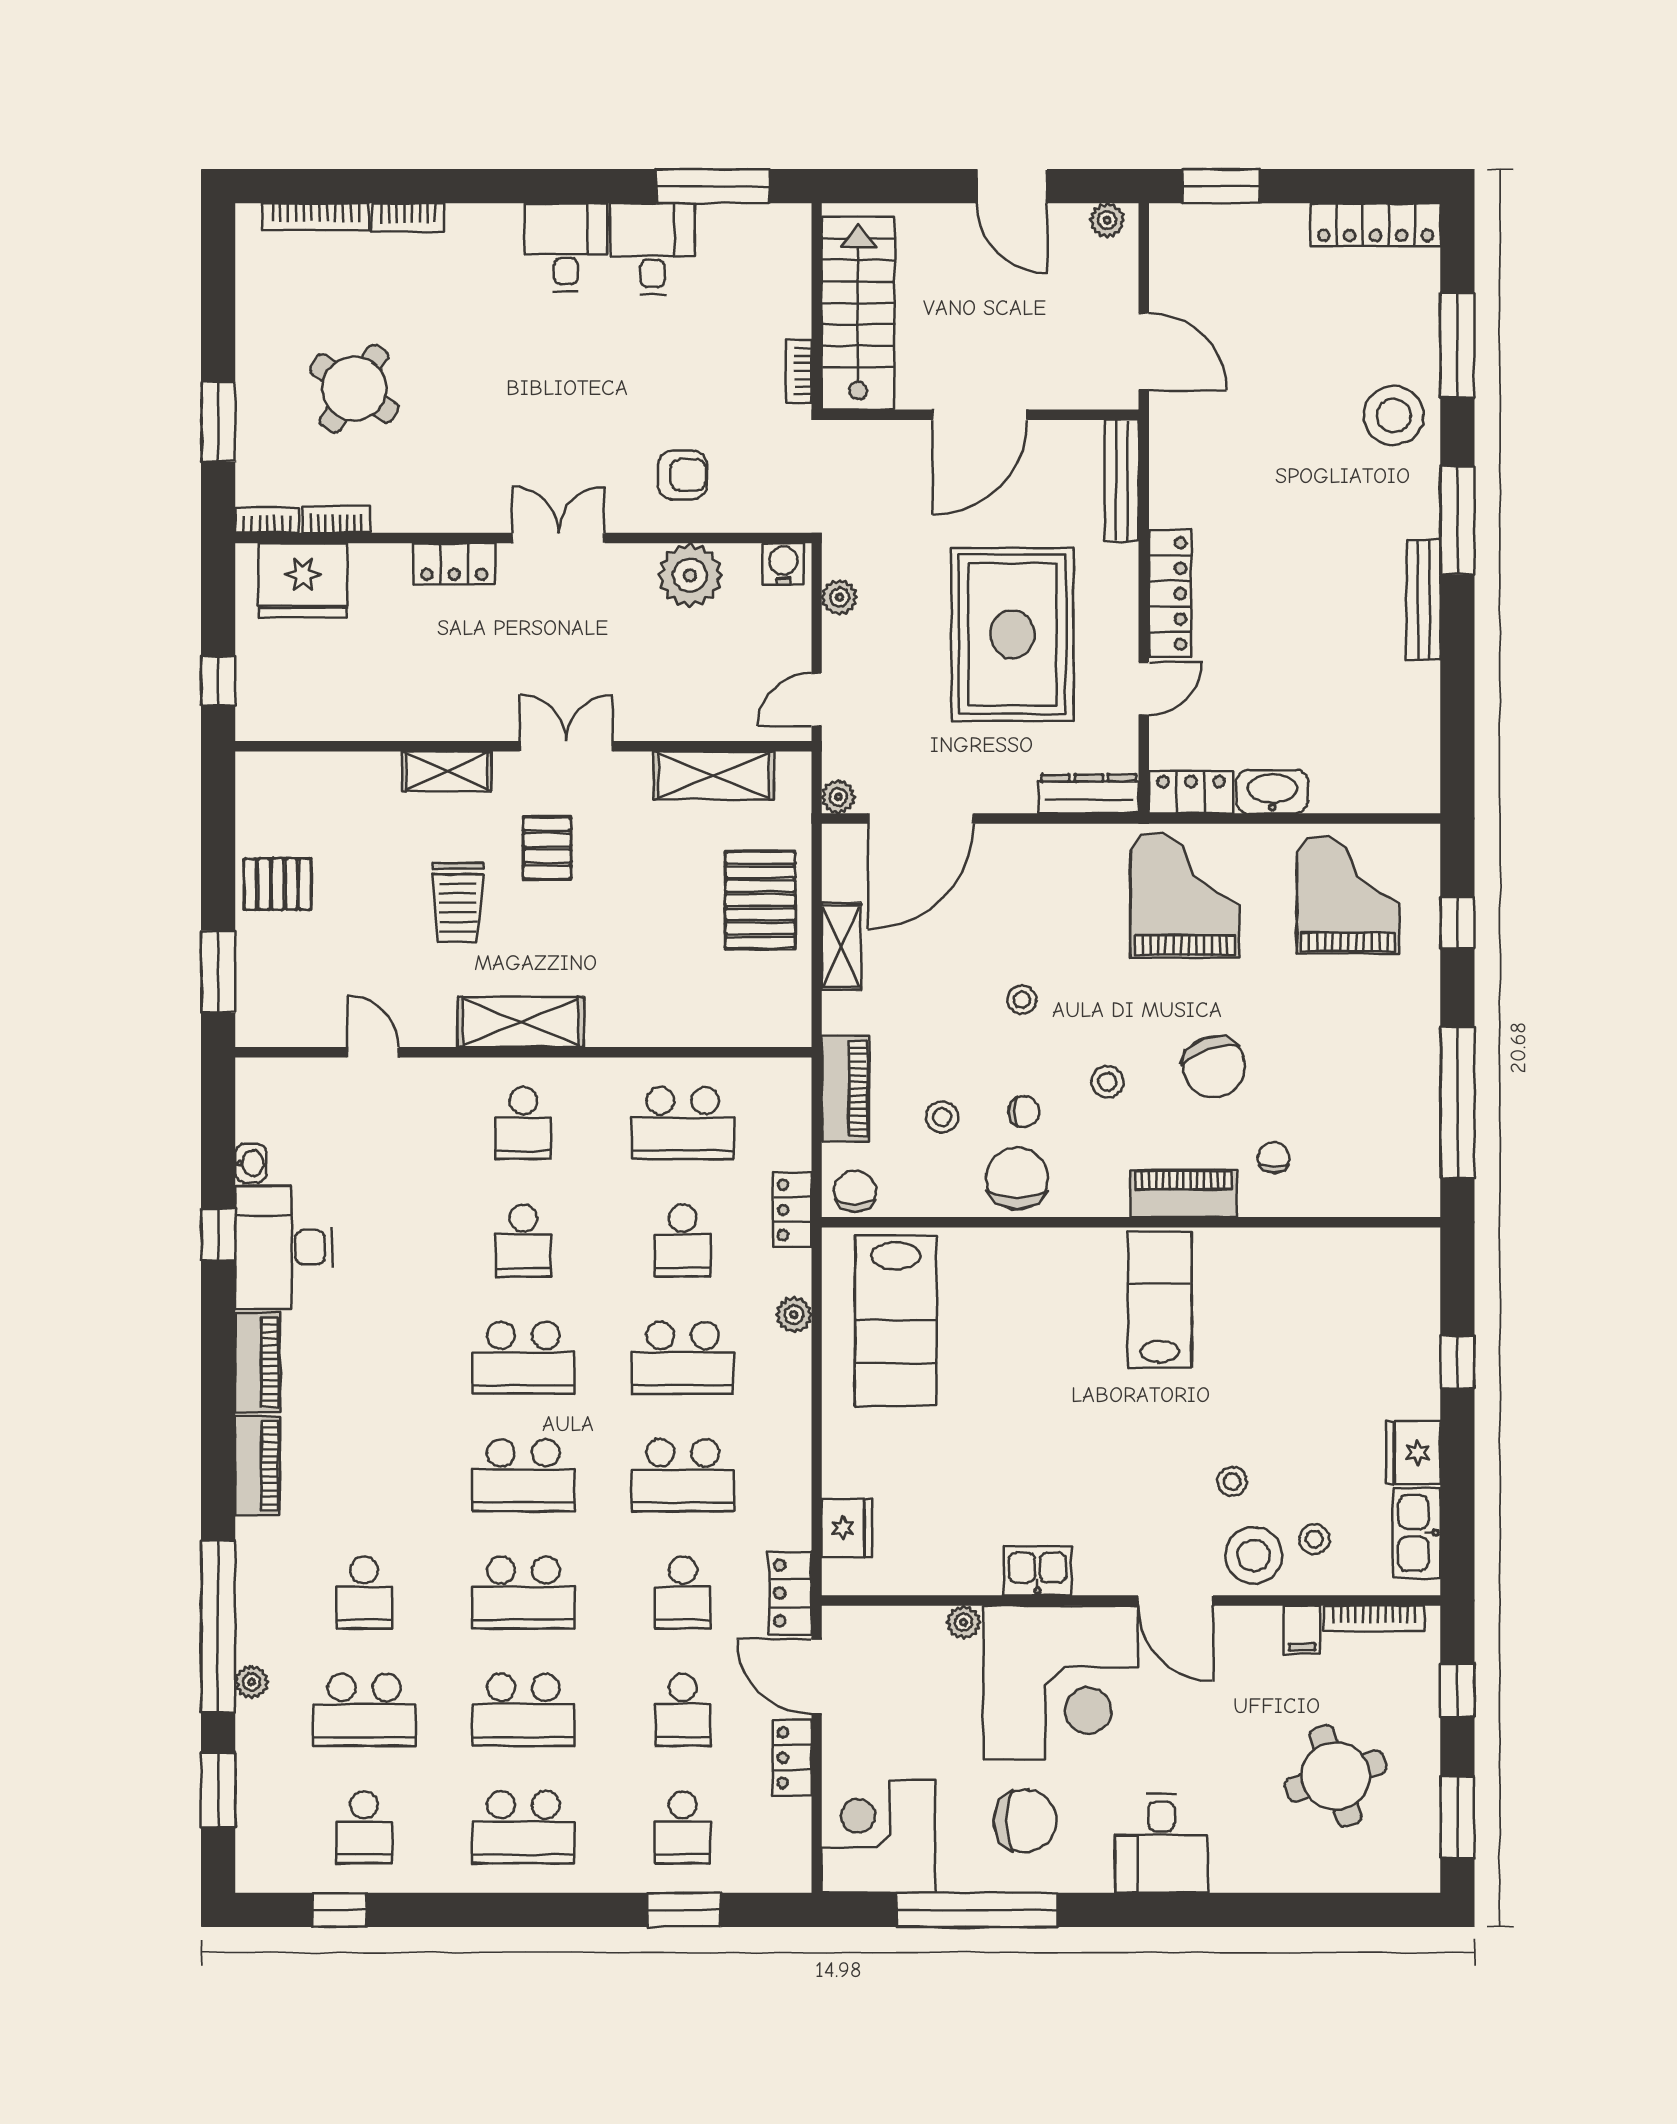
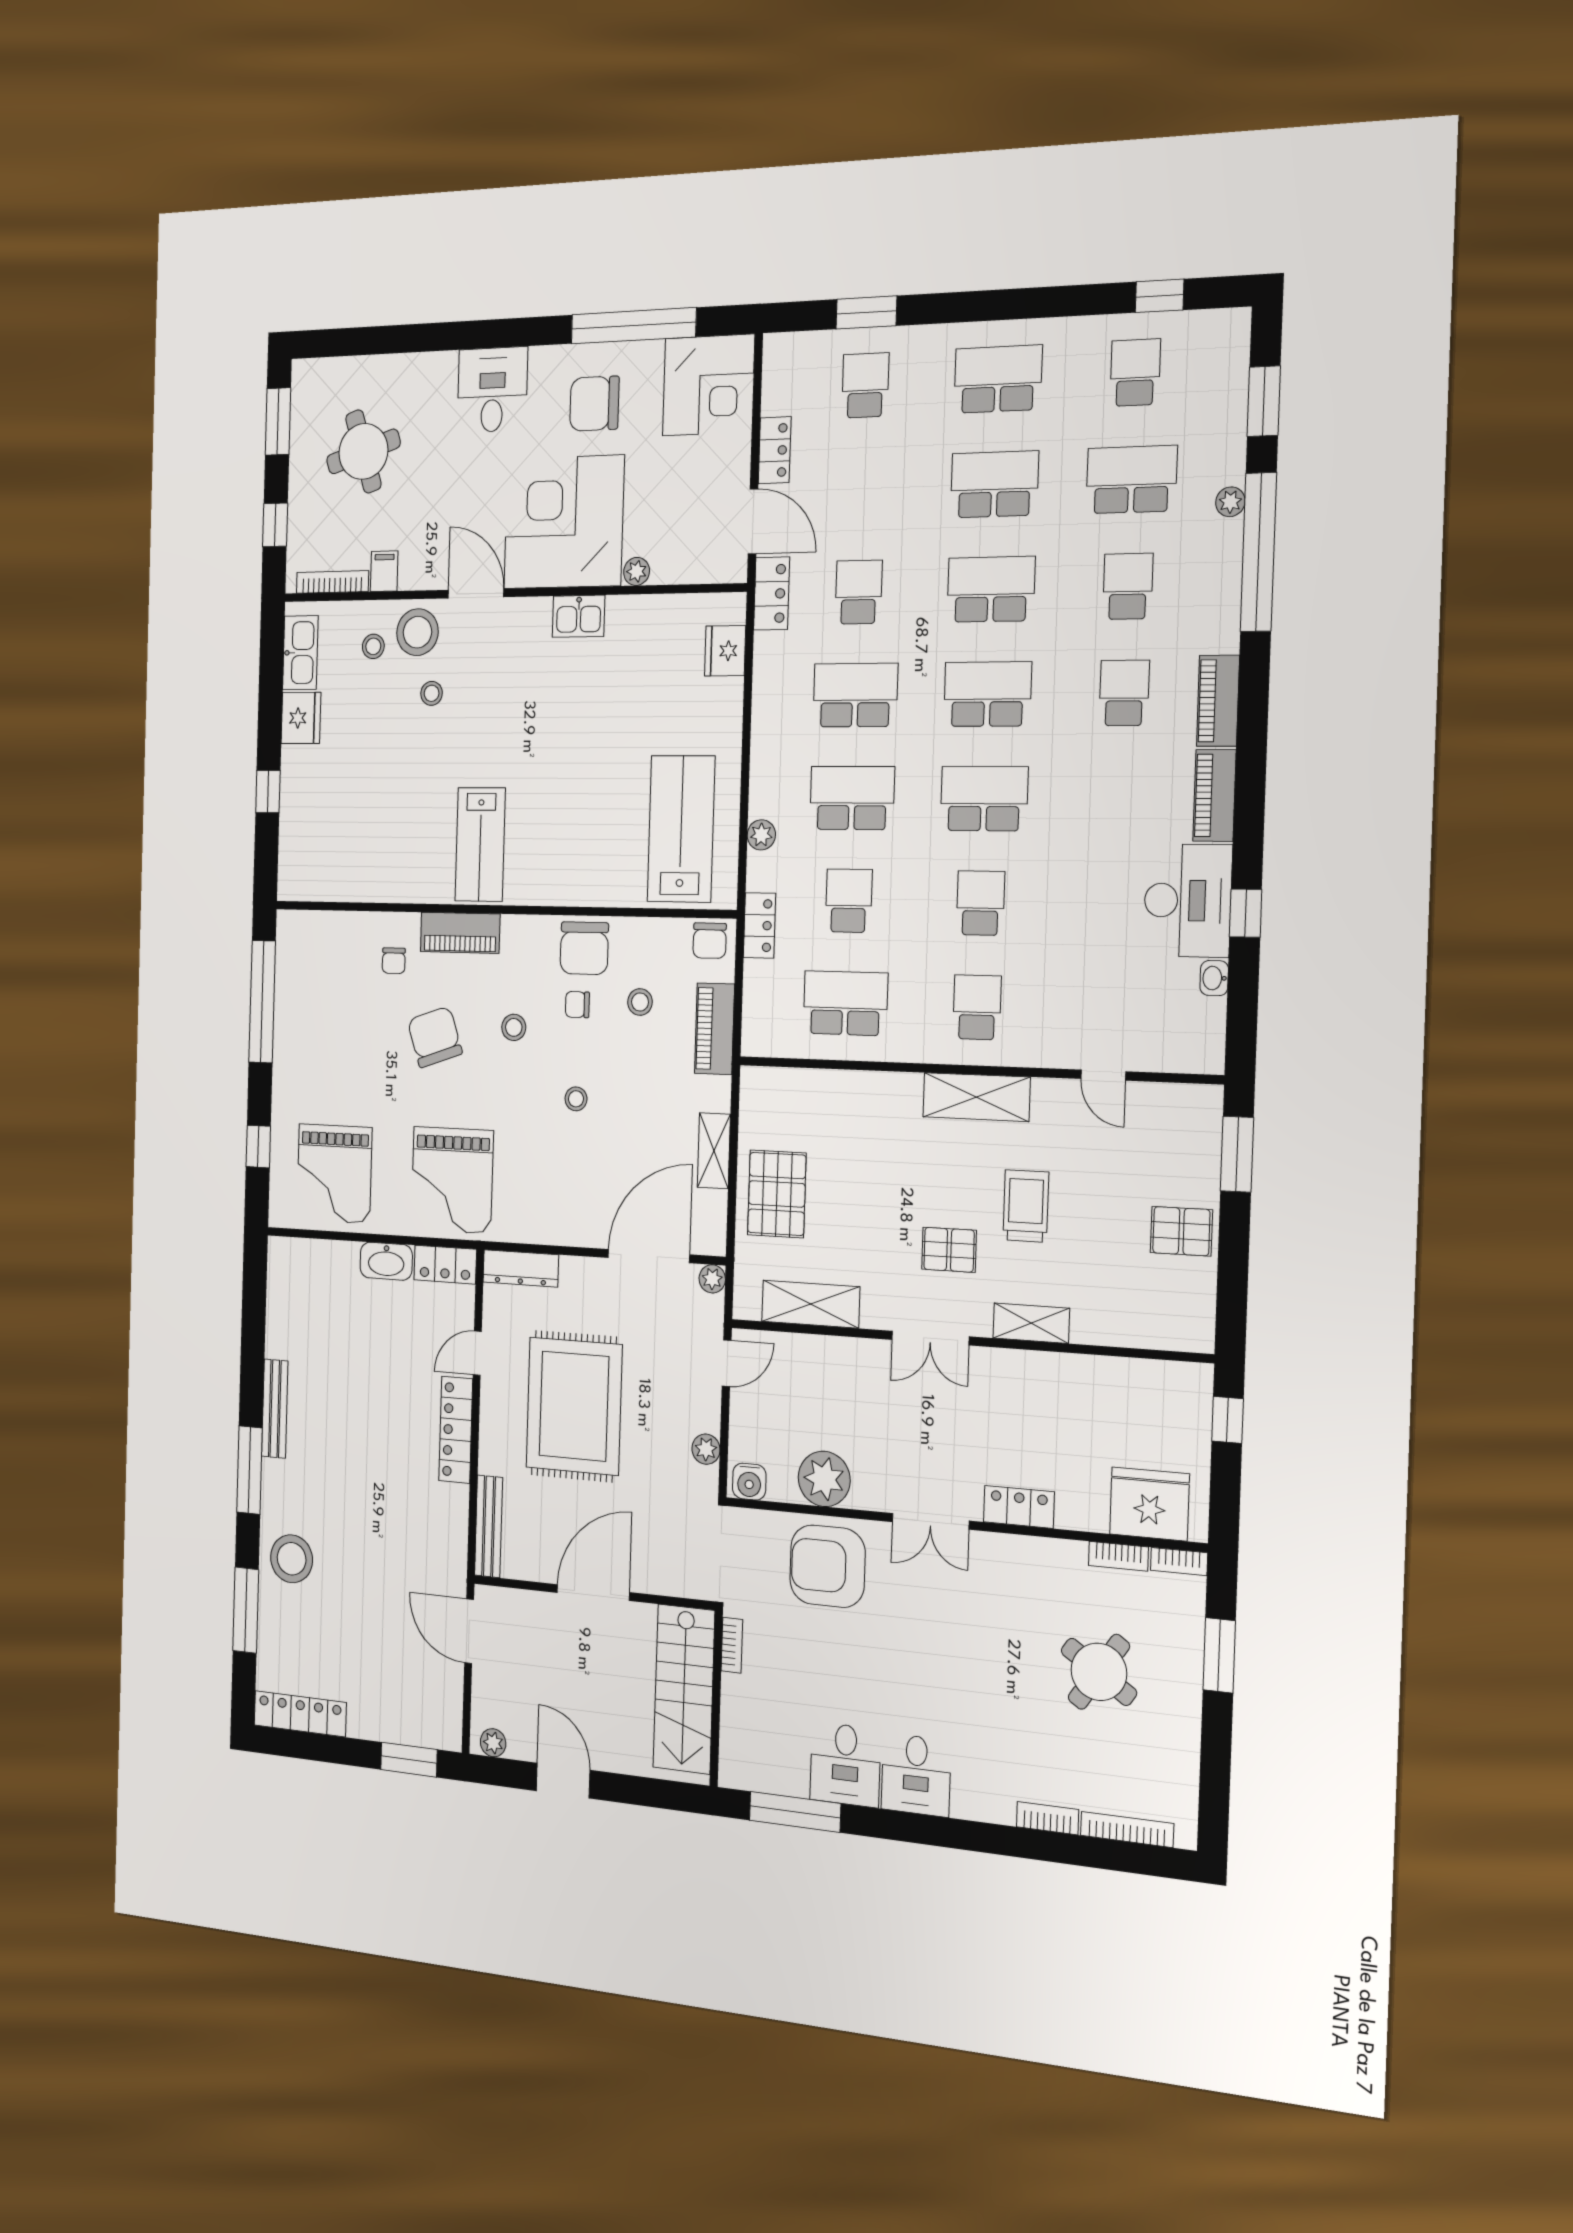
armchair: (682, 475) -> (828, 1566), width x1.88, depth x1.88
pallet: (547, 848) -> (949, 1250), turned 90
school desk: (683, 1710) -> (1124, 693), moved

